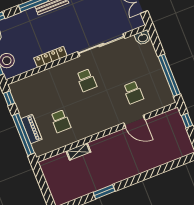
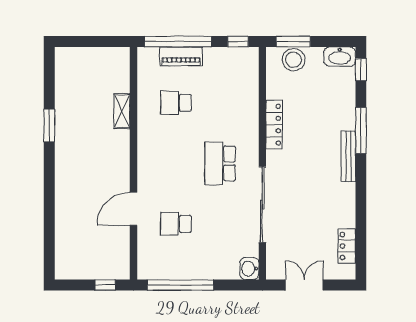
school desk: (86, 80) -> (220, 163), width x1.85

